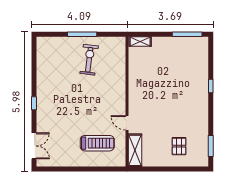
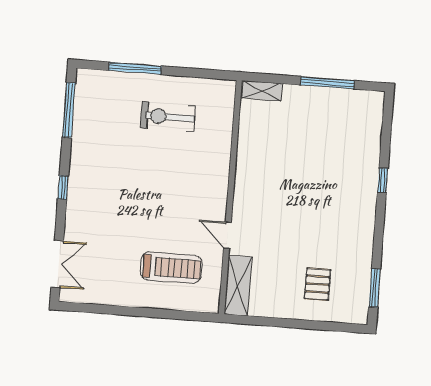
window: (82, 34) -> (135, 68), moved
window: (187, 34) -> (327, 83), moved
window: (34, 60) -> (69, 110), added
exercise bike: (89, 60) -> (168, 117), turned -97

